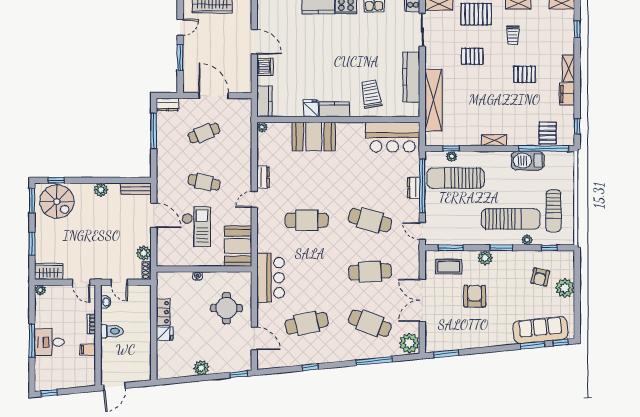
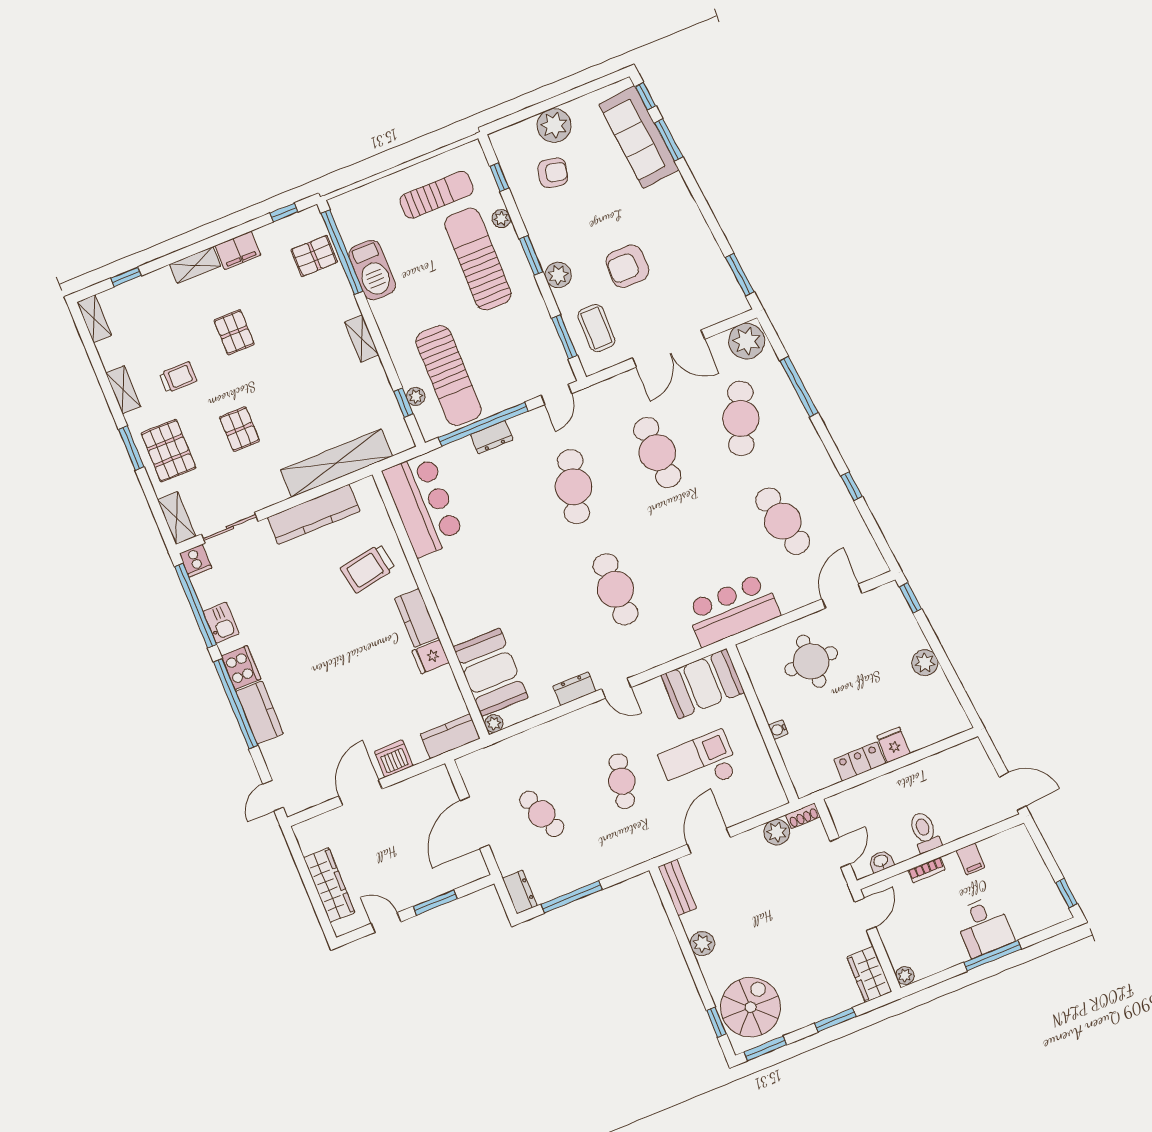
booth: (314, 137) -> (491, 672), moved

